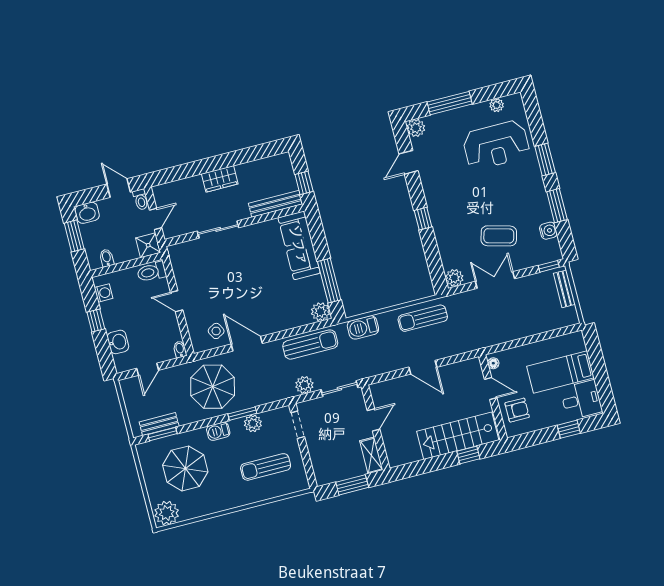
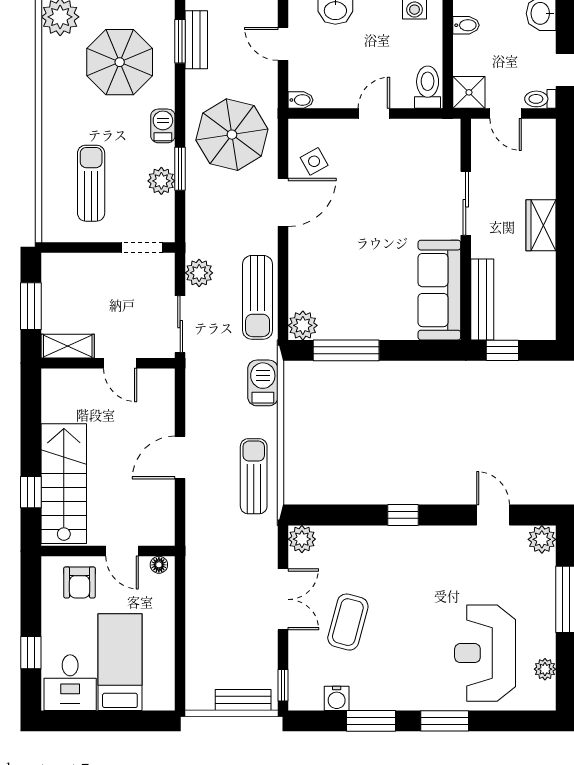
sofa: (299, 245) -> (439, 290), moved, turned -90
door: (491, 388) -> (122, 551), hinge flipped

